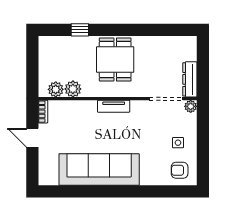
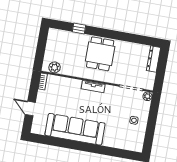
dresser: (190, 79) -> (154, 59), moved
plant: (73, 89) -> (67, 69), removed
door: (32, 138) -> (30, 109), moved
armchair: (180, 170) -> (132, 140), removed

